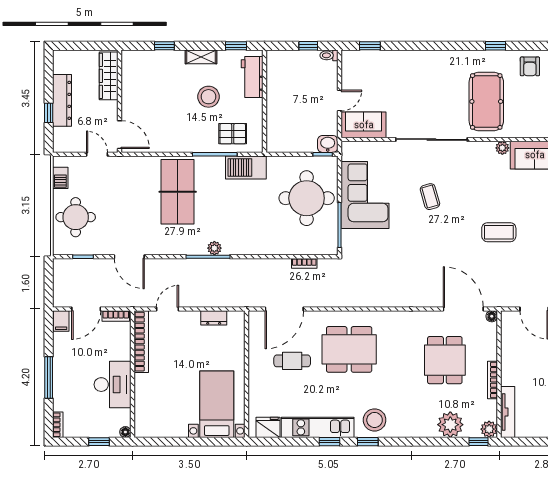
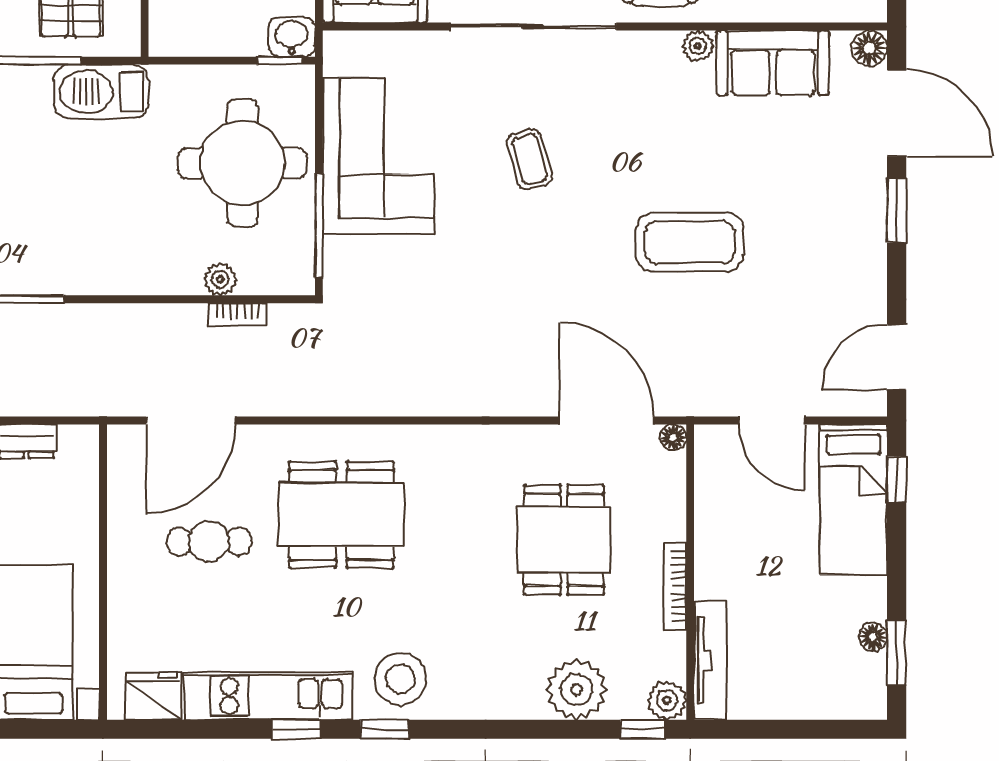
coffee table: (499, 232) -> (690, 242), width x1.36, depth x1.32
plant: (214, 248) -> (220, 279), moved

